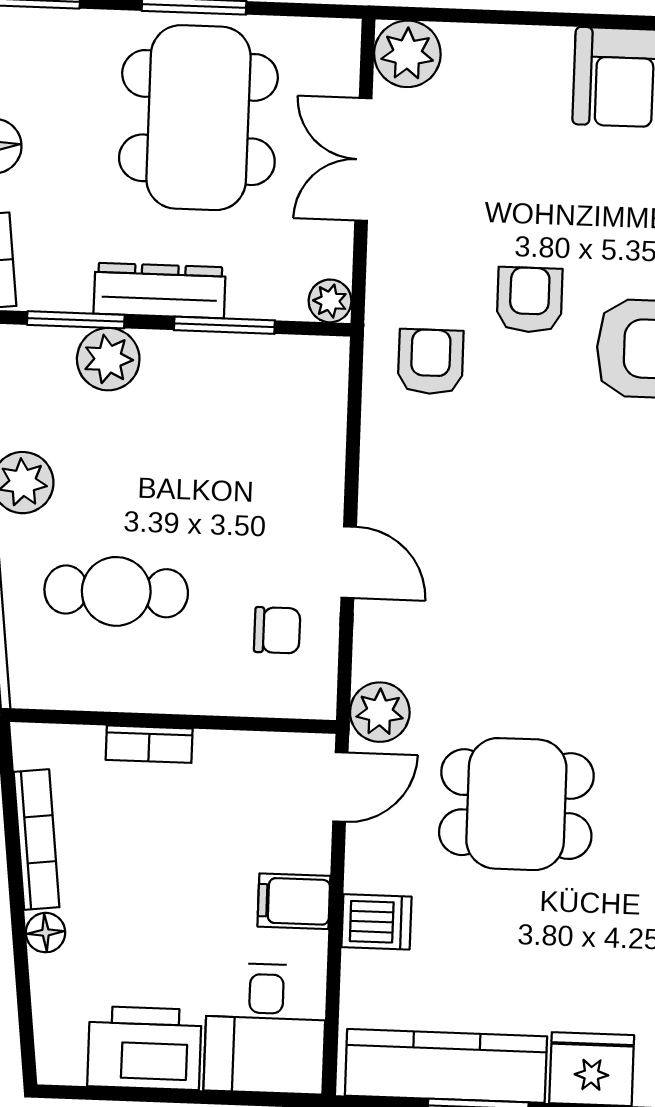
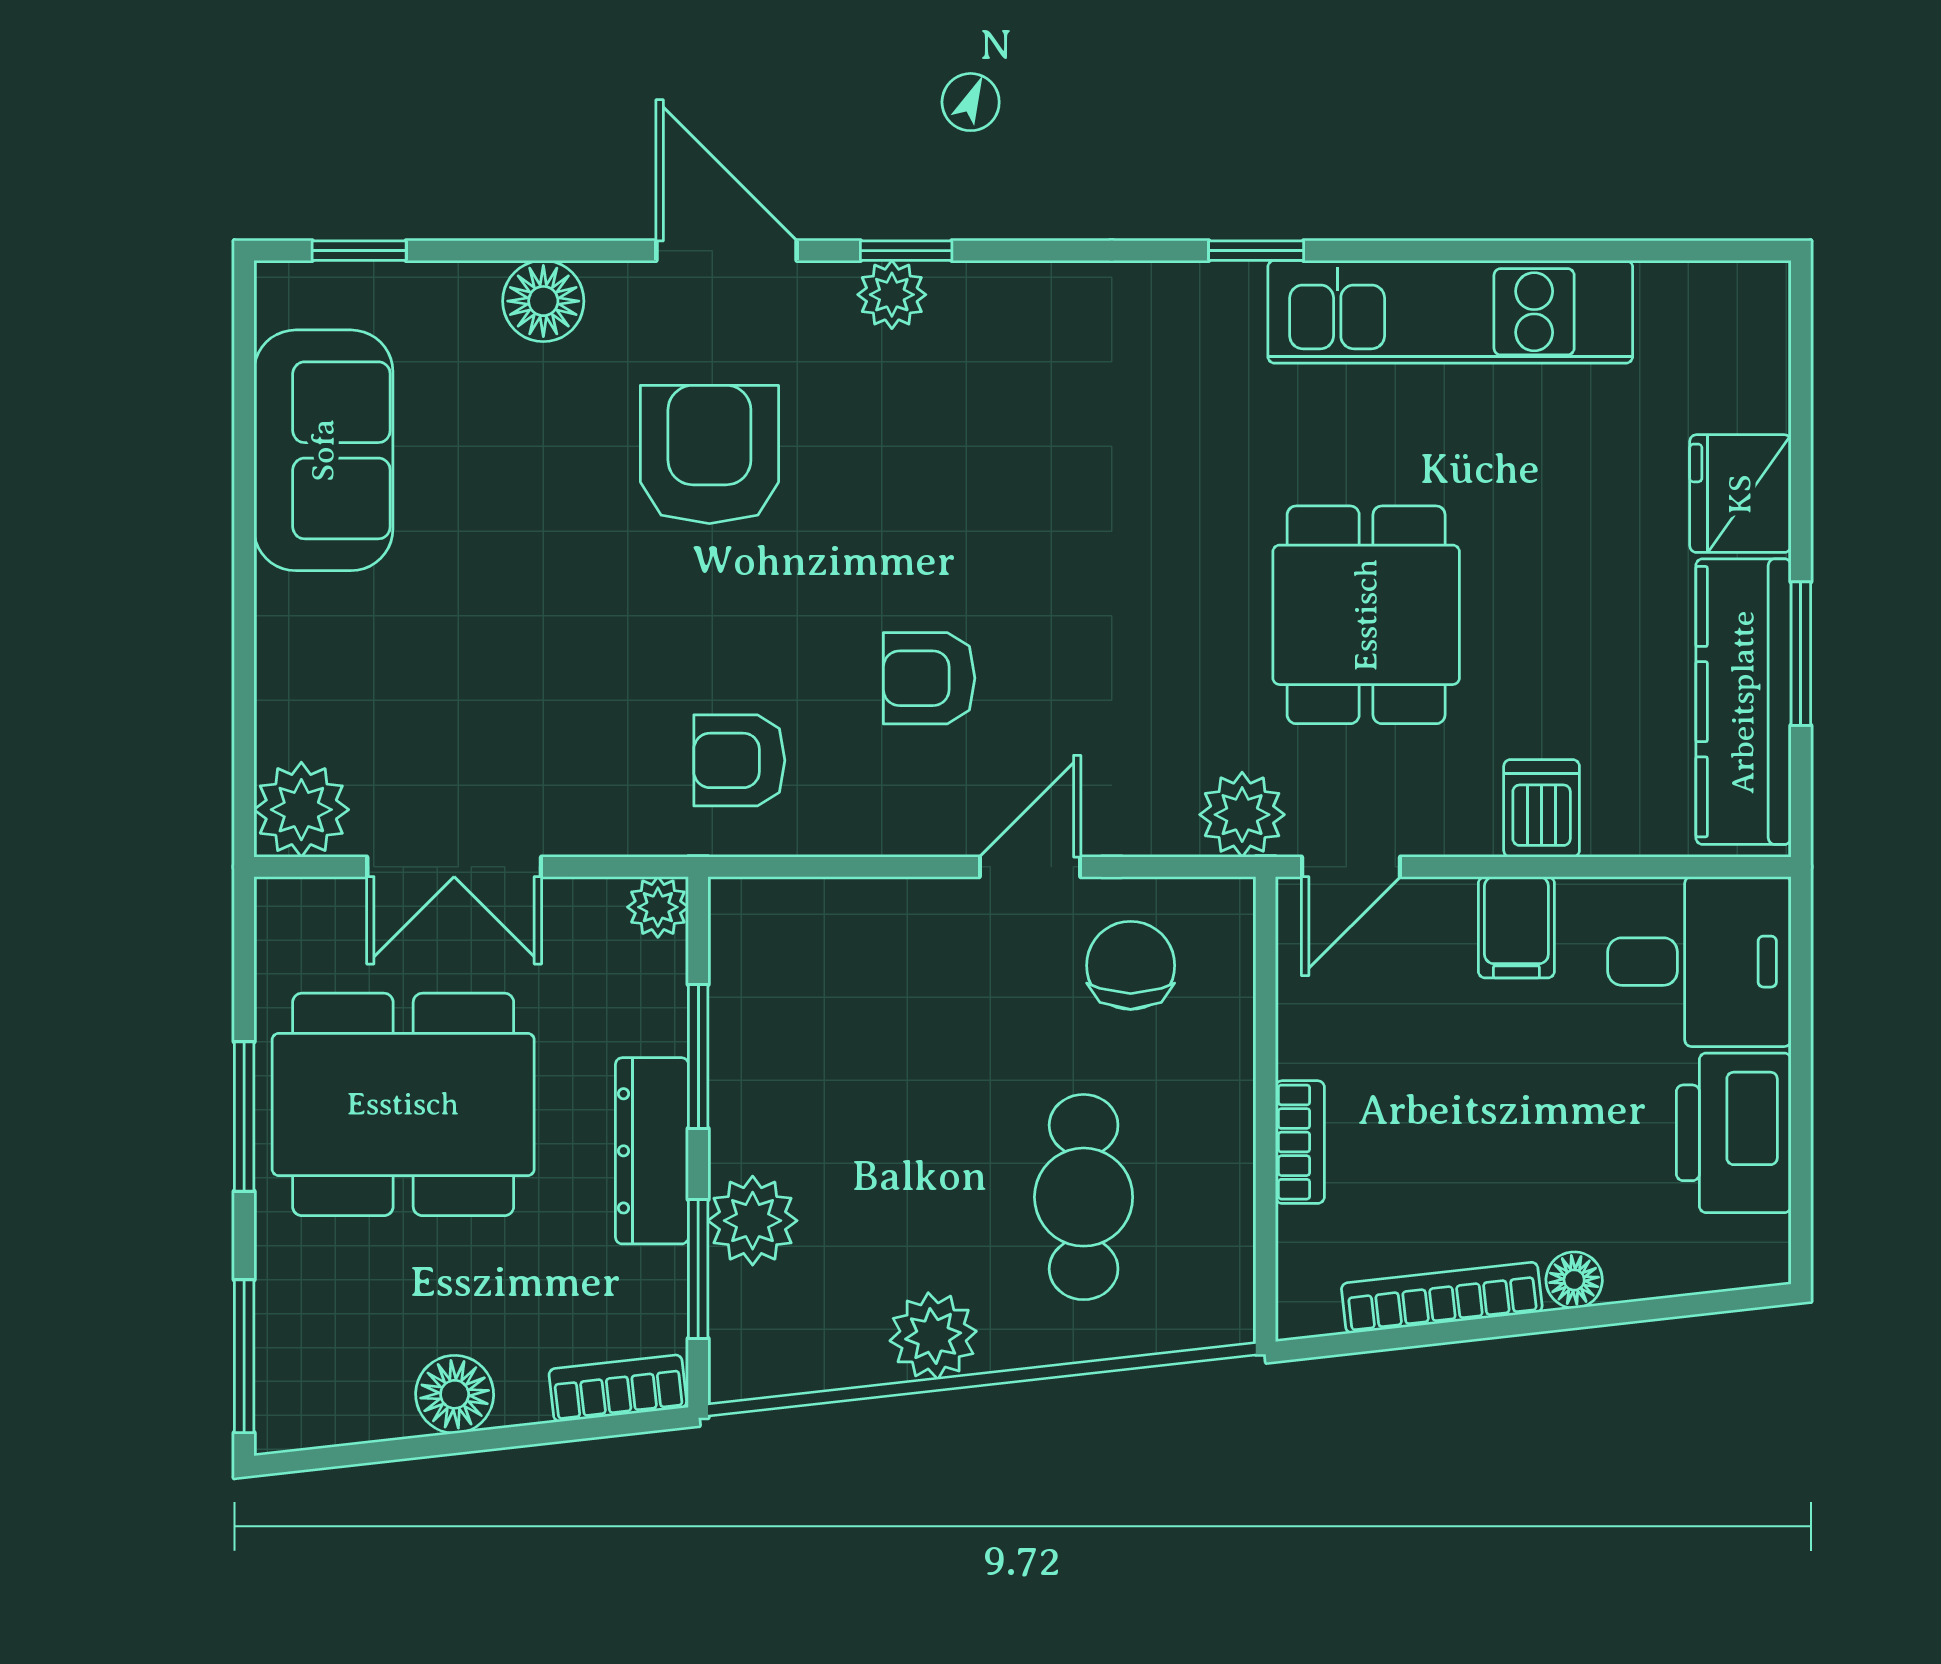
armchair: (530, 300) -> (929, 678), moved
chair: (277, 630) -> (1131, 965), width x1.37, depth x1.37
door: (340, 787) -> (1351, 867), swing flipped

